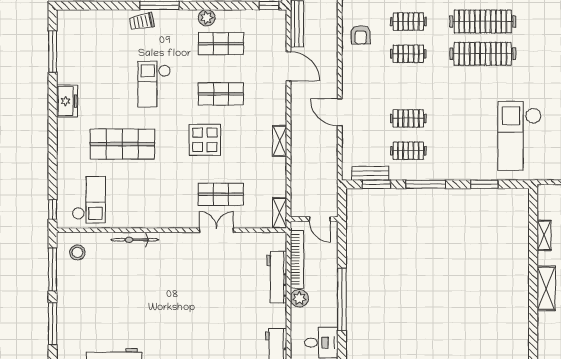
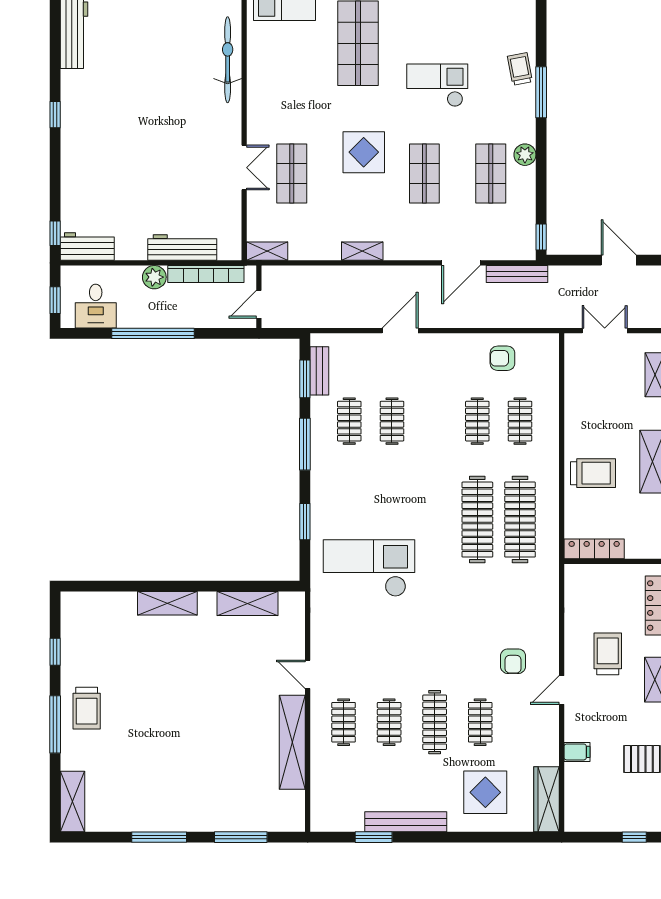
shelving: (544, 235) -> (248, 604), width x1.50, depth x1.33
bicycle: (135, 240) -> (228, 60), width x1.37, depth x1.40

